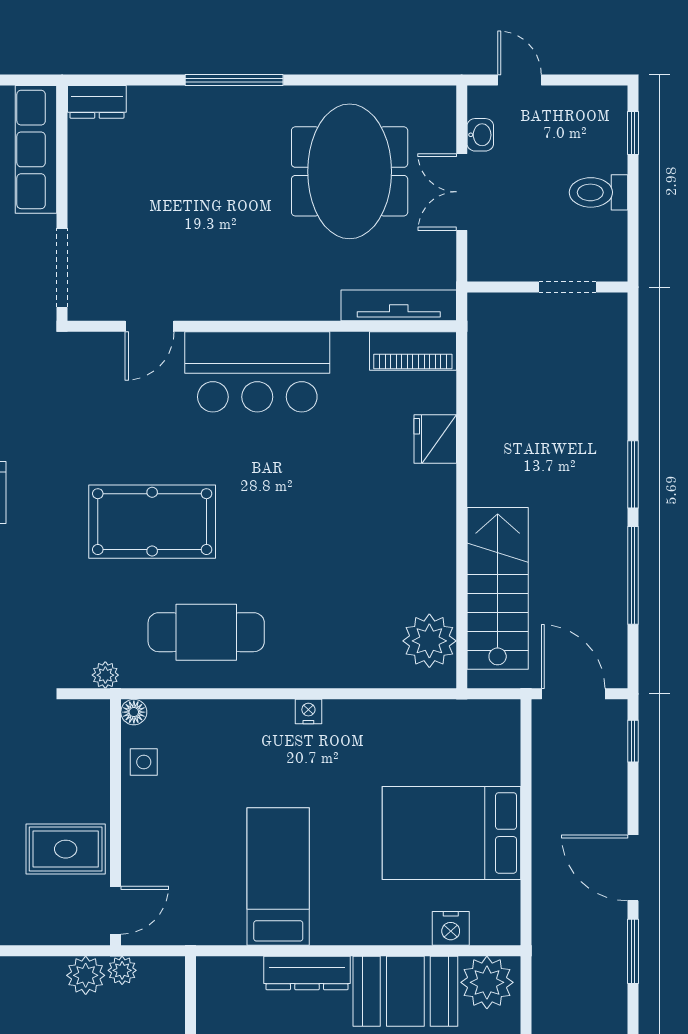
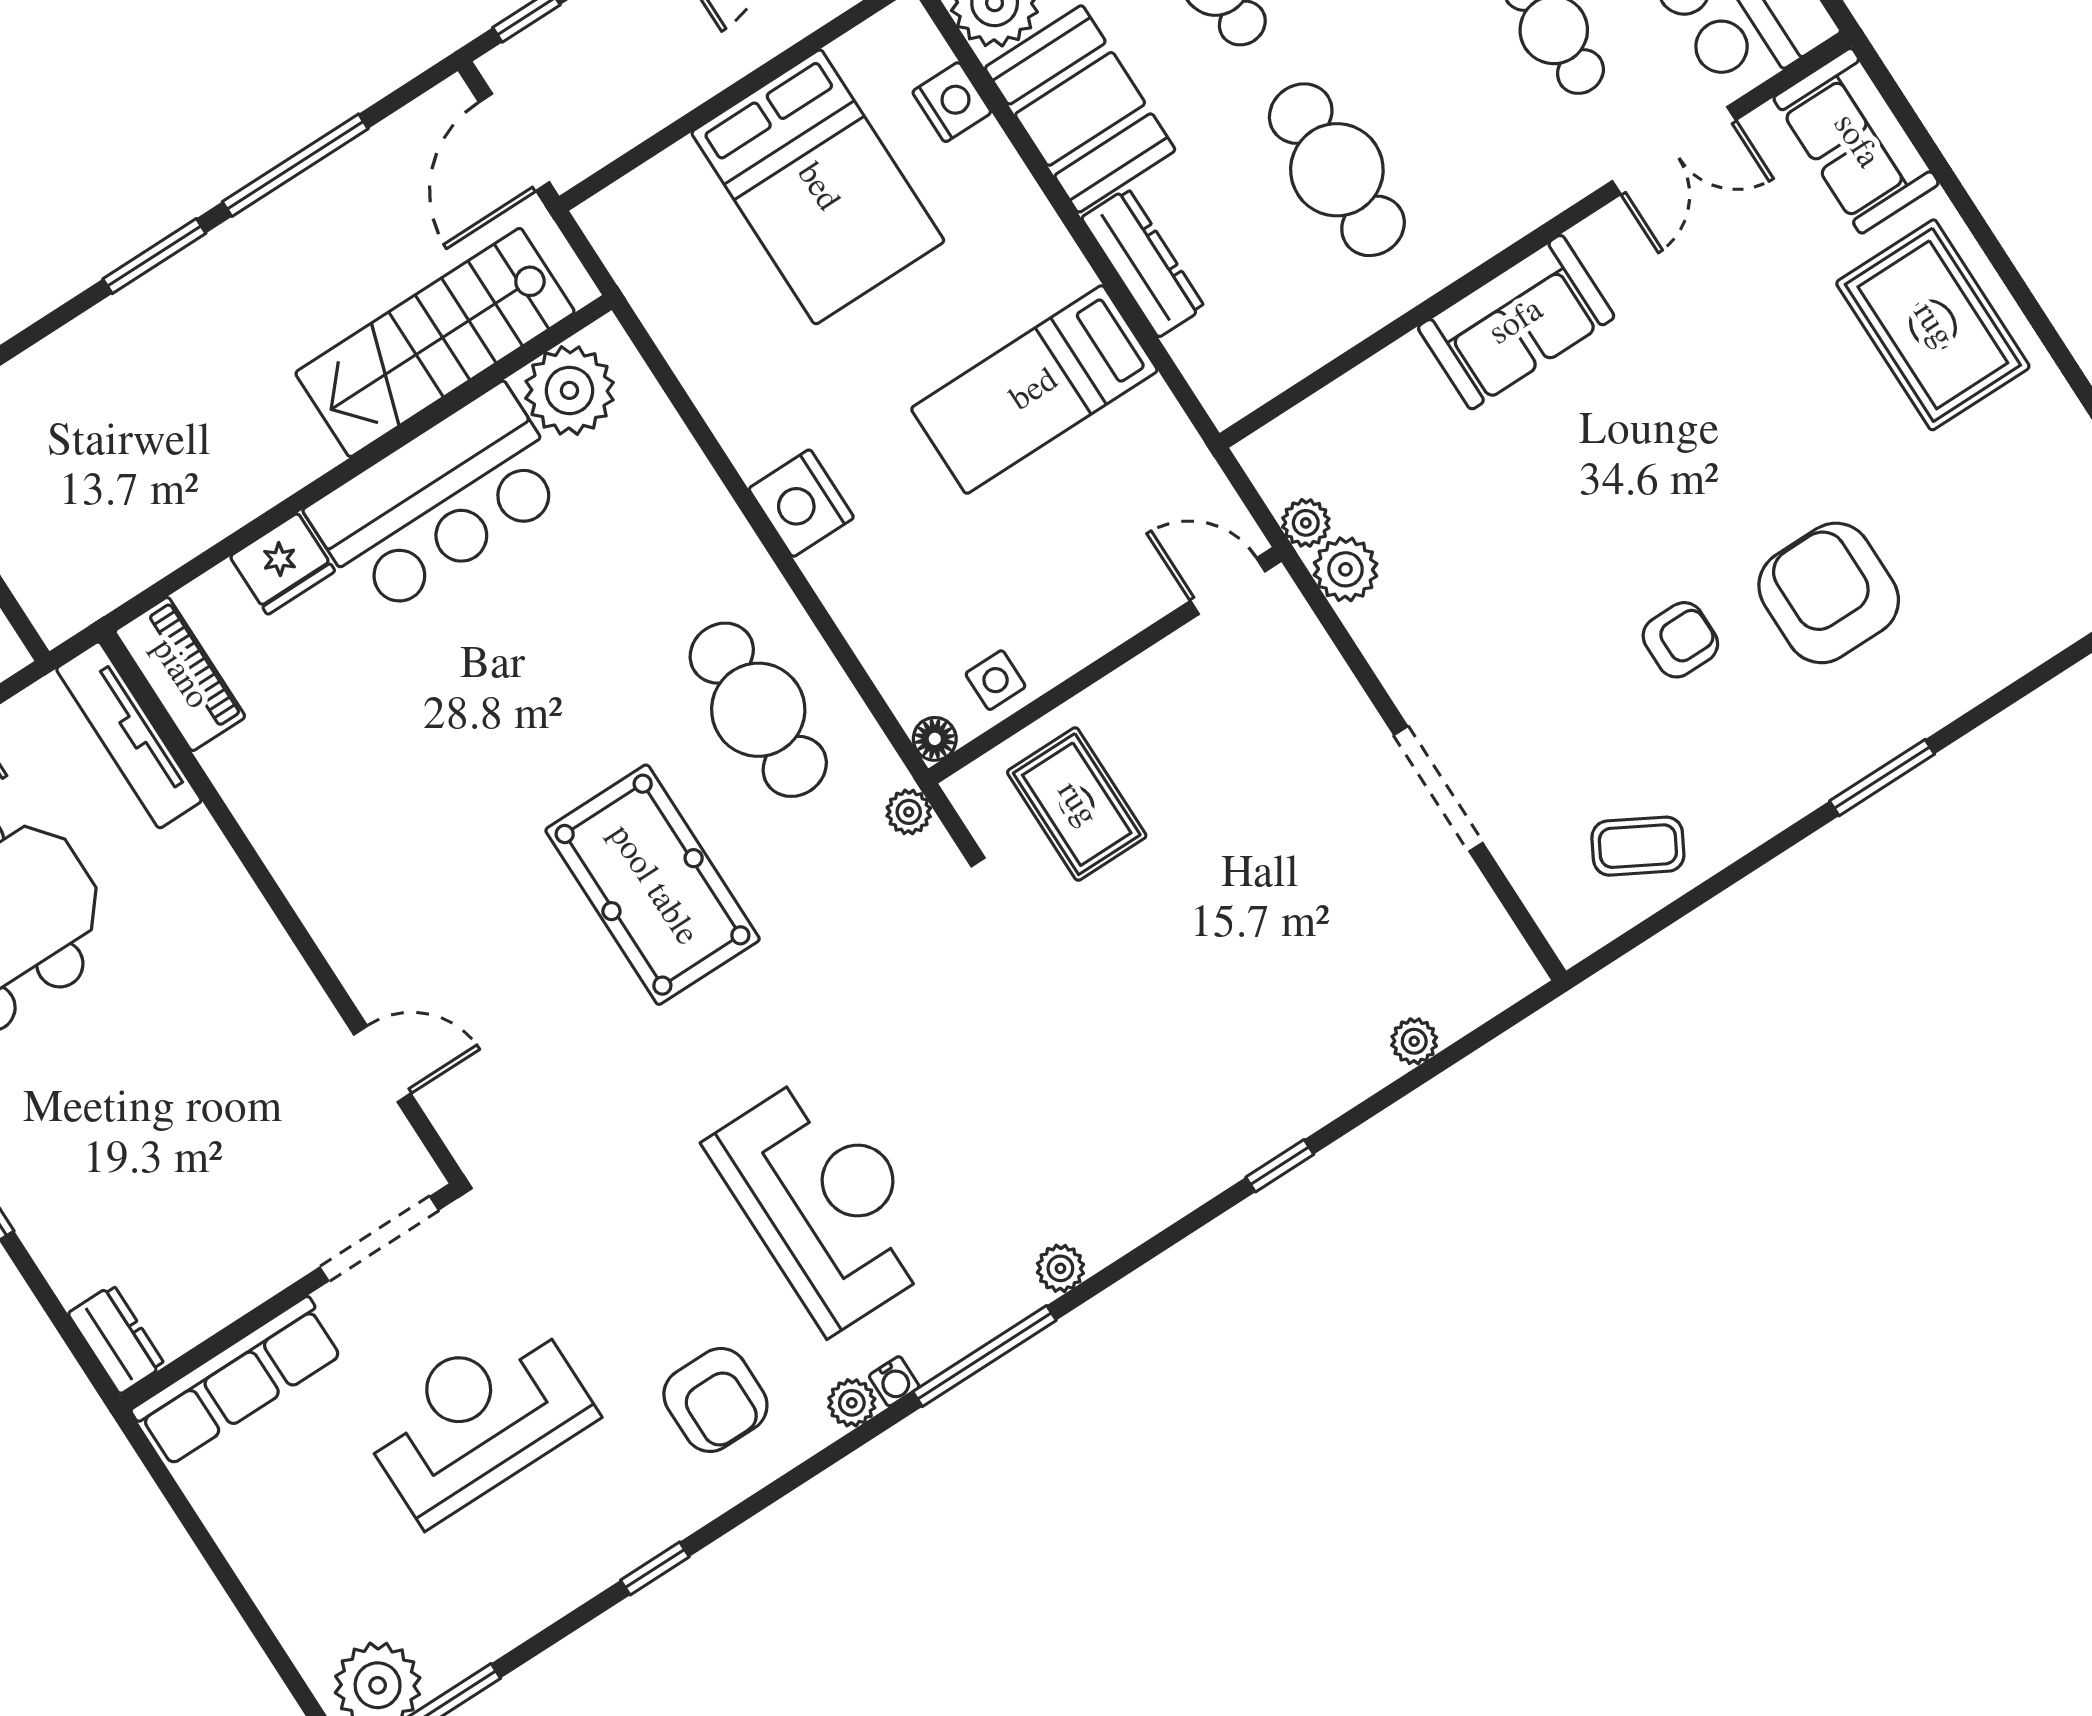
bar counter: (257, 372) -> (439, 501), moved, turned 90
nightstand: (308, 712) -> (801, 503), width x1.89, depth x1.79
rug: (66, 849) -> (1077, 804), moved

